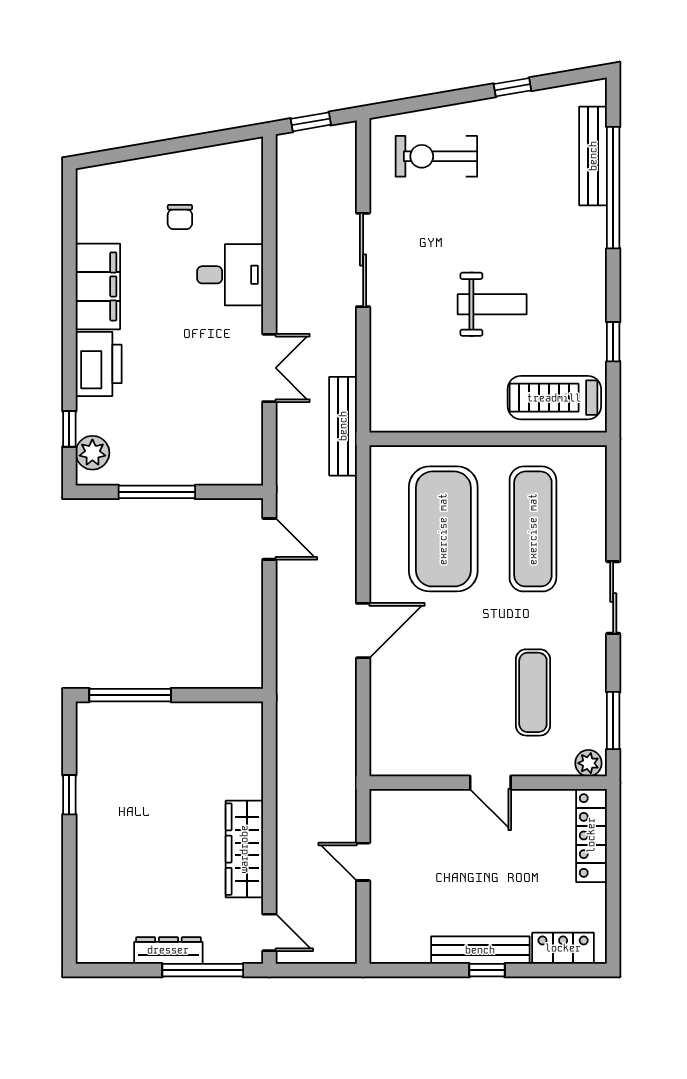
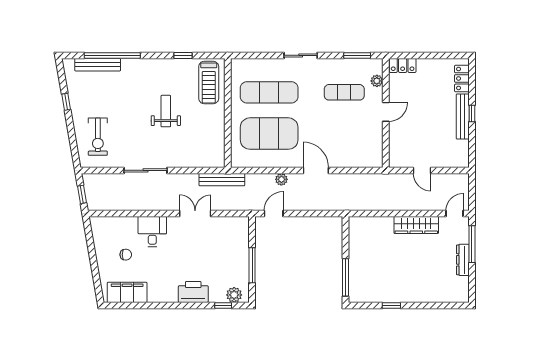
filing cabinet: (98, 286) -> (127, 292), moved
plant: (344, 556) -> (281, 179), added
plant: (588, 763) -> (377, 81), moved
locker: (591, 835) -> (403, 65), width x0.66
door: (363, 862) -> (422, 170), hinge flipped

